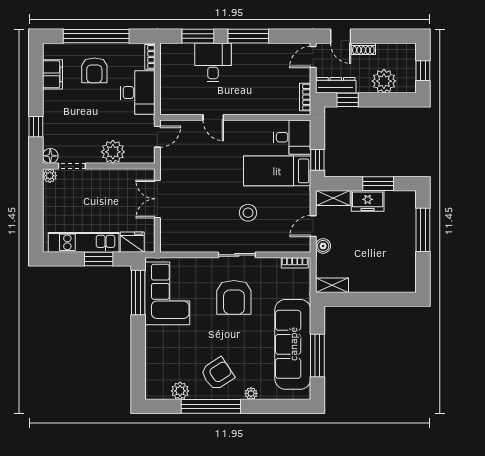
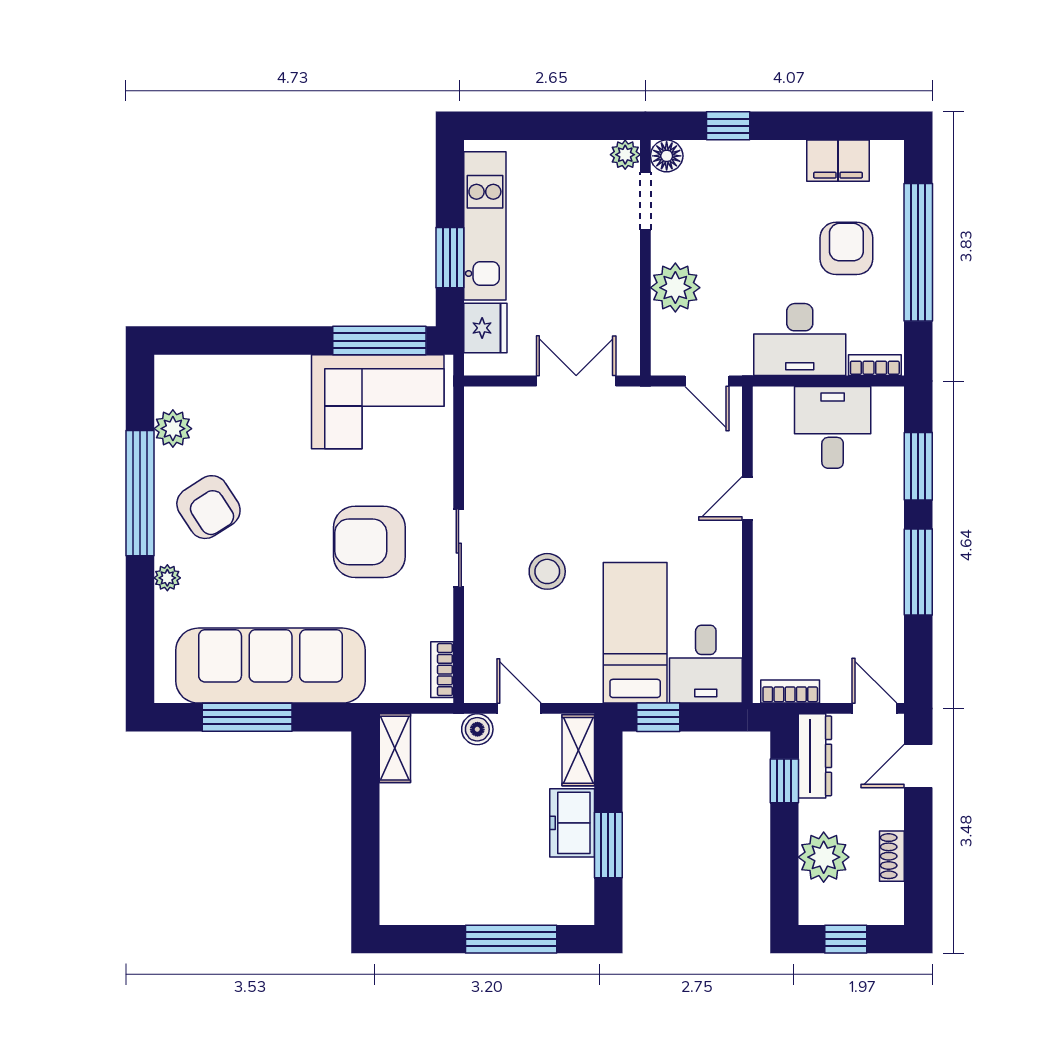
shoe rack: (363, 49) -> (892, 856), moved
desk: (213, 62) -> (833, 427), moved, turned -90
armchair: (94, 70) -> (846, 248), turned 90

